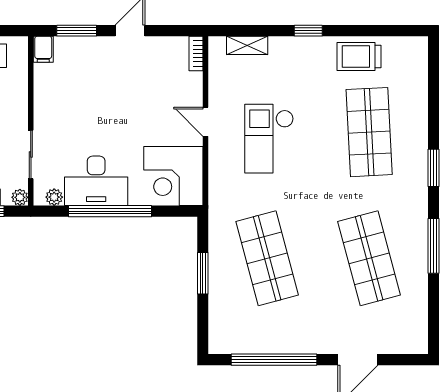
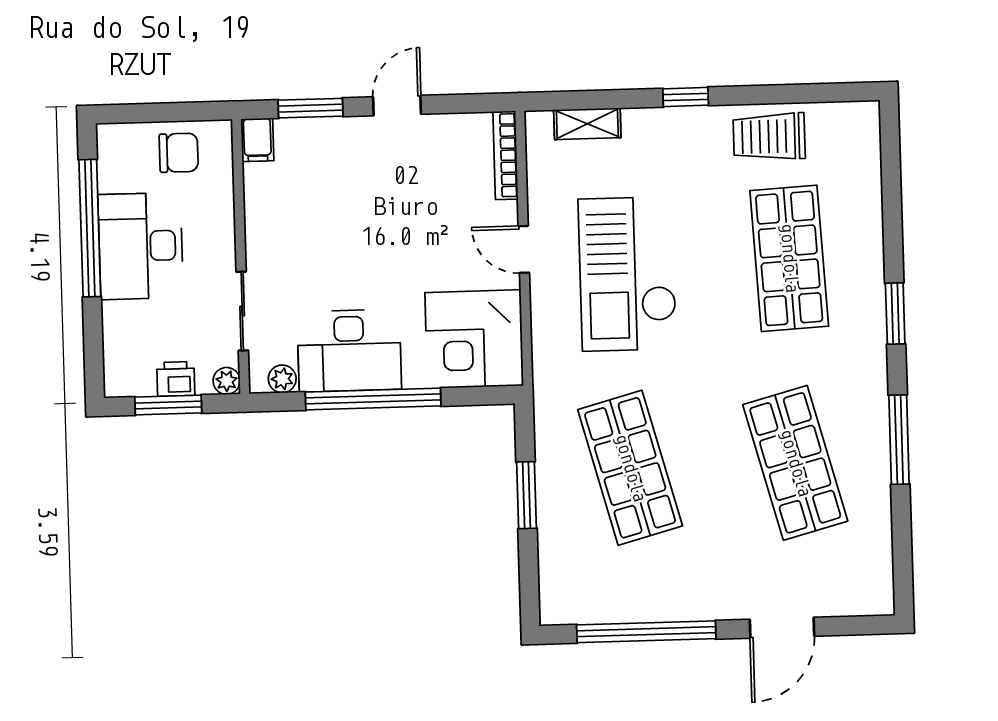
bookcase: (196, 53) -> (505, 155), width x1.56
checkout: (269, 139) -> (628, 274), width x1.36, depth x1.21

